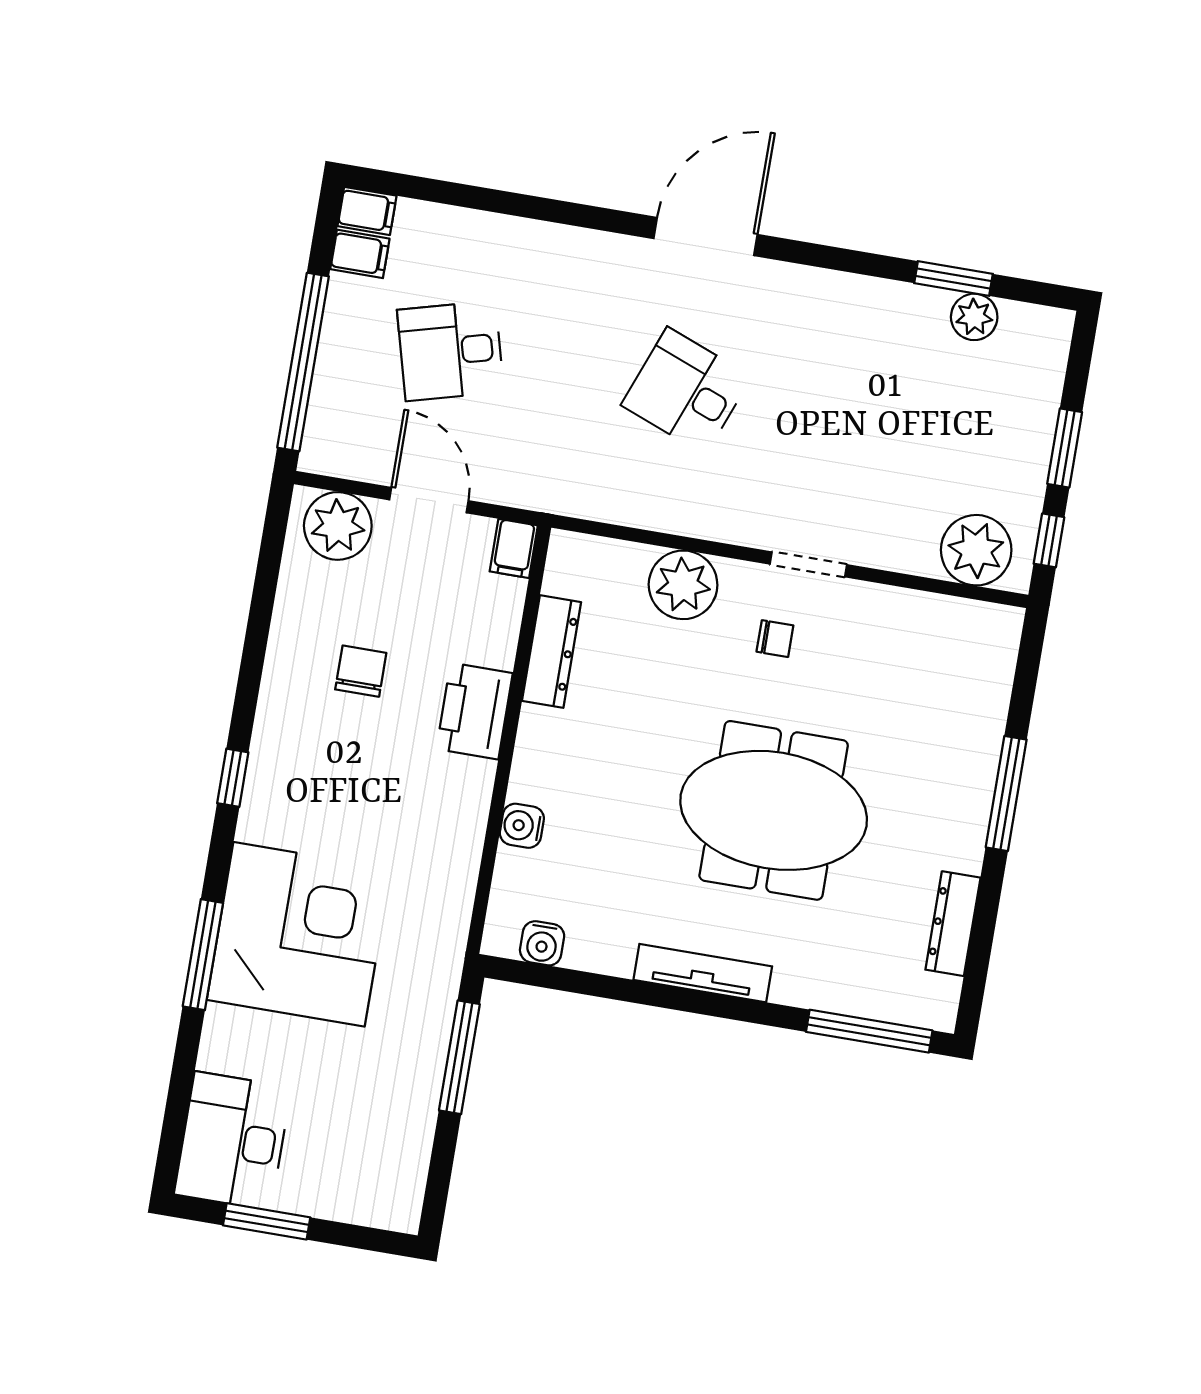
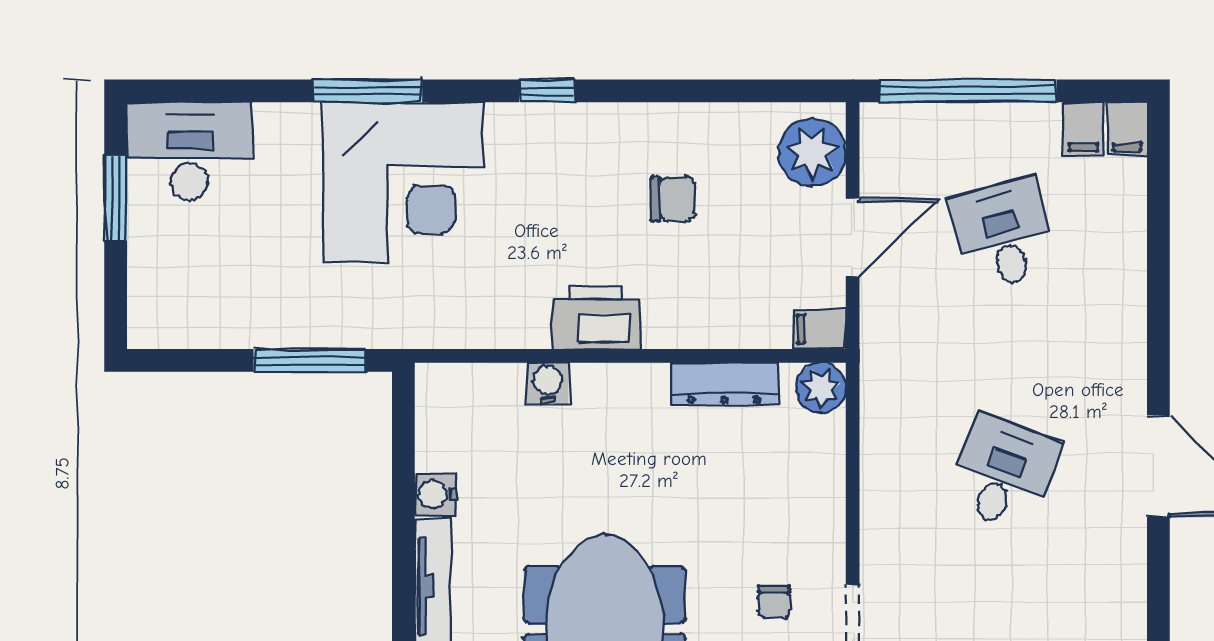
plant: (683, 585) -> (821, 388), moved, width x0.73, depth x0.73
printer: (475, 711) -> (596, 318), moved
water cooler: (542, 943) -> (435, 494), moved

